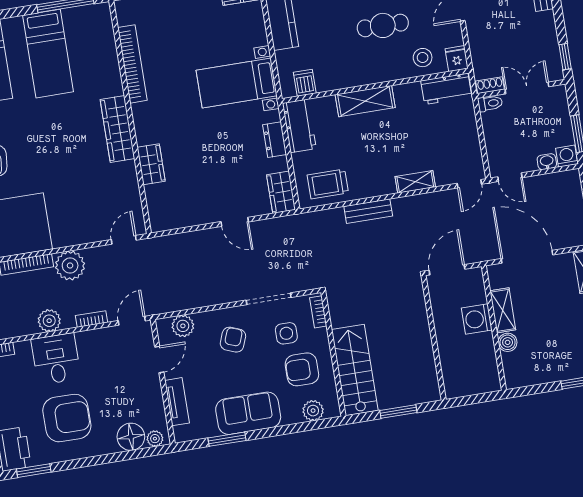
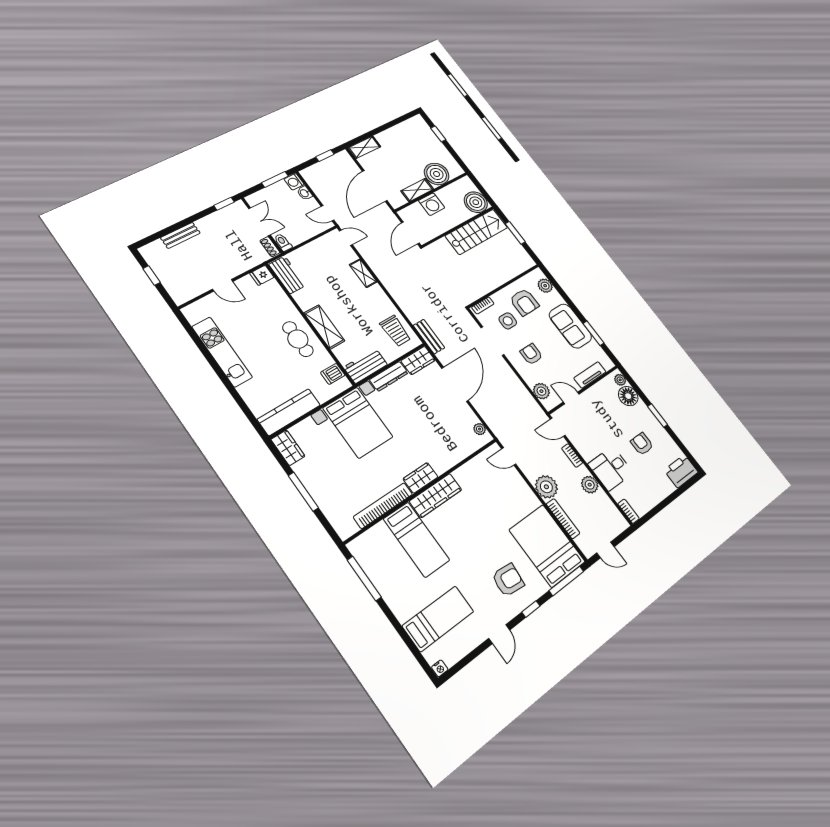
cafe table: (383, 25) -> (298, 339), moved
bed: (48, 54) -> (416, 540), moved, turned 90
stool: (423, 58) -> (273, 299), removed
bed with nightstands: (237, 83) -> (358, 423), width x1.36
double door: (527, 88) -> (259, 222), swing flipped
dresser: (275, 140) -> (389, 376), width x1.44
wardrobe: (151, 164) -> (420, 478), moved
door: (510, 177) -> (328, 213), swing flipped
bench: (368, 211) -> (429, 337), moved
plant: (170, 222) -> (480, 429), added
door: (235, 222) -> (455, 384), width x1.87
door: (447, 270) -> (410, 233), hinge flipped
armchair: (233, 340) -> (531, 354), turned 69
boiler: (508, 342) -> (437, 174), width x1.86, depth x1.86
stairs: (355, 370) -> (476, 232), moved, turned 180
boiler: (459, 381) -> (476, 202), added
armchair: (67, 418) -> (642, 444), width x0.53, depth x0.53
window: (34, 471) -> (657, 415), moved

